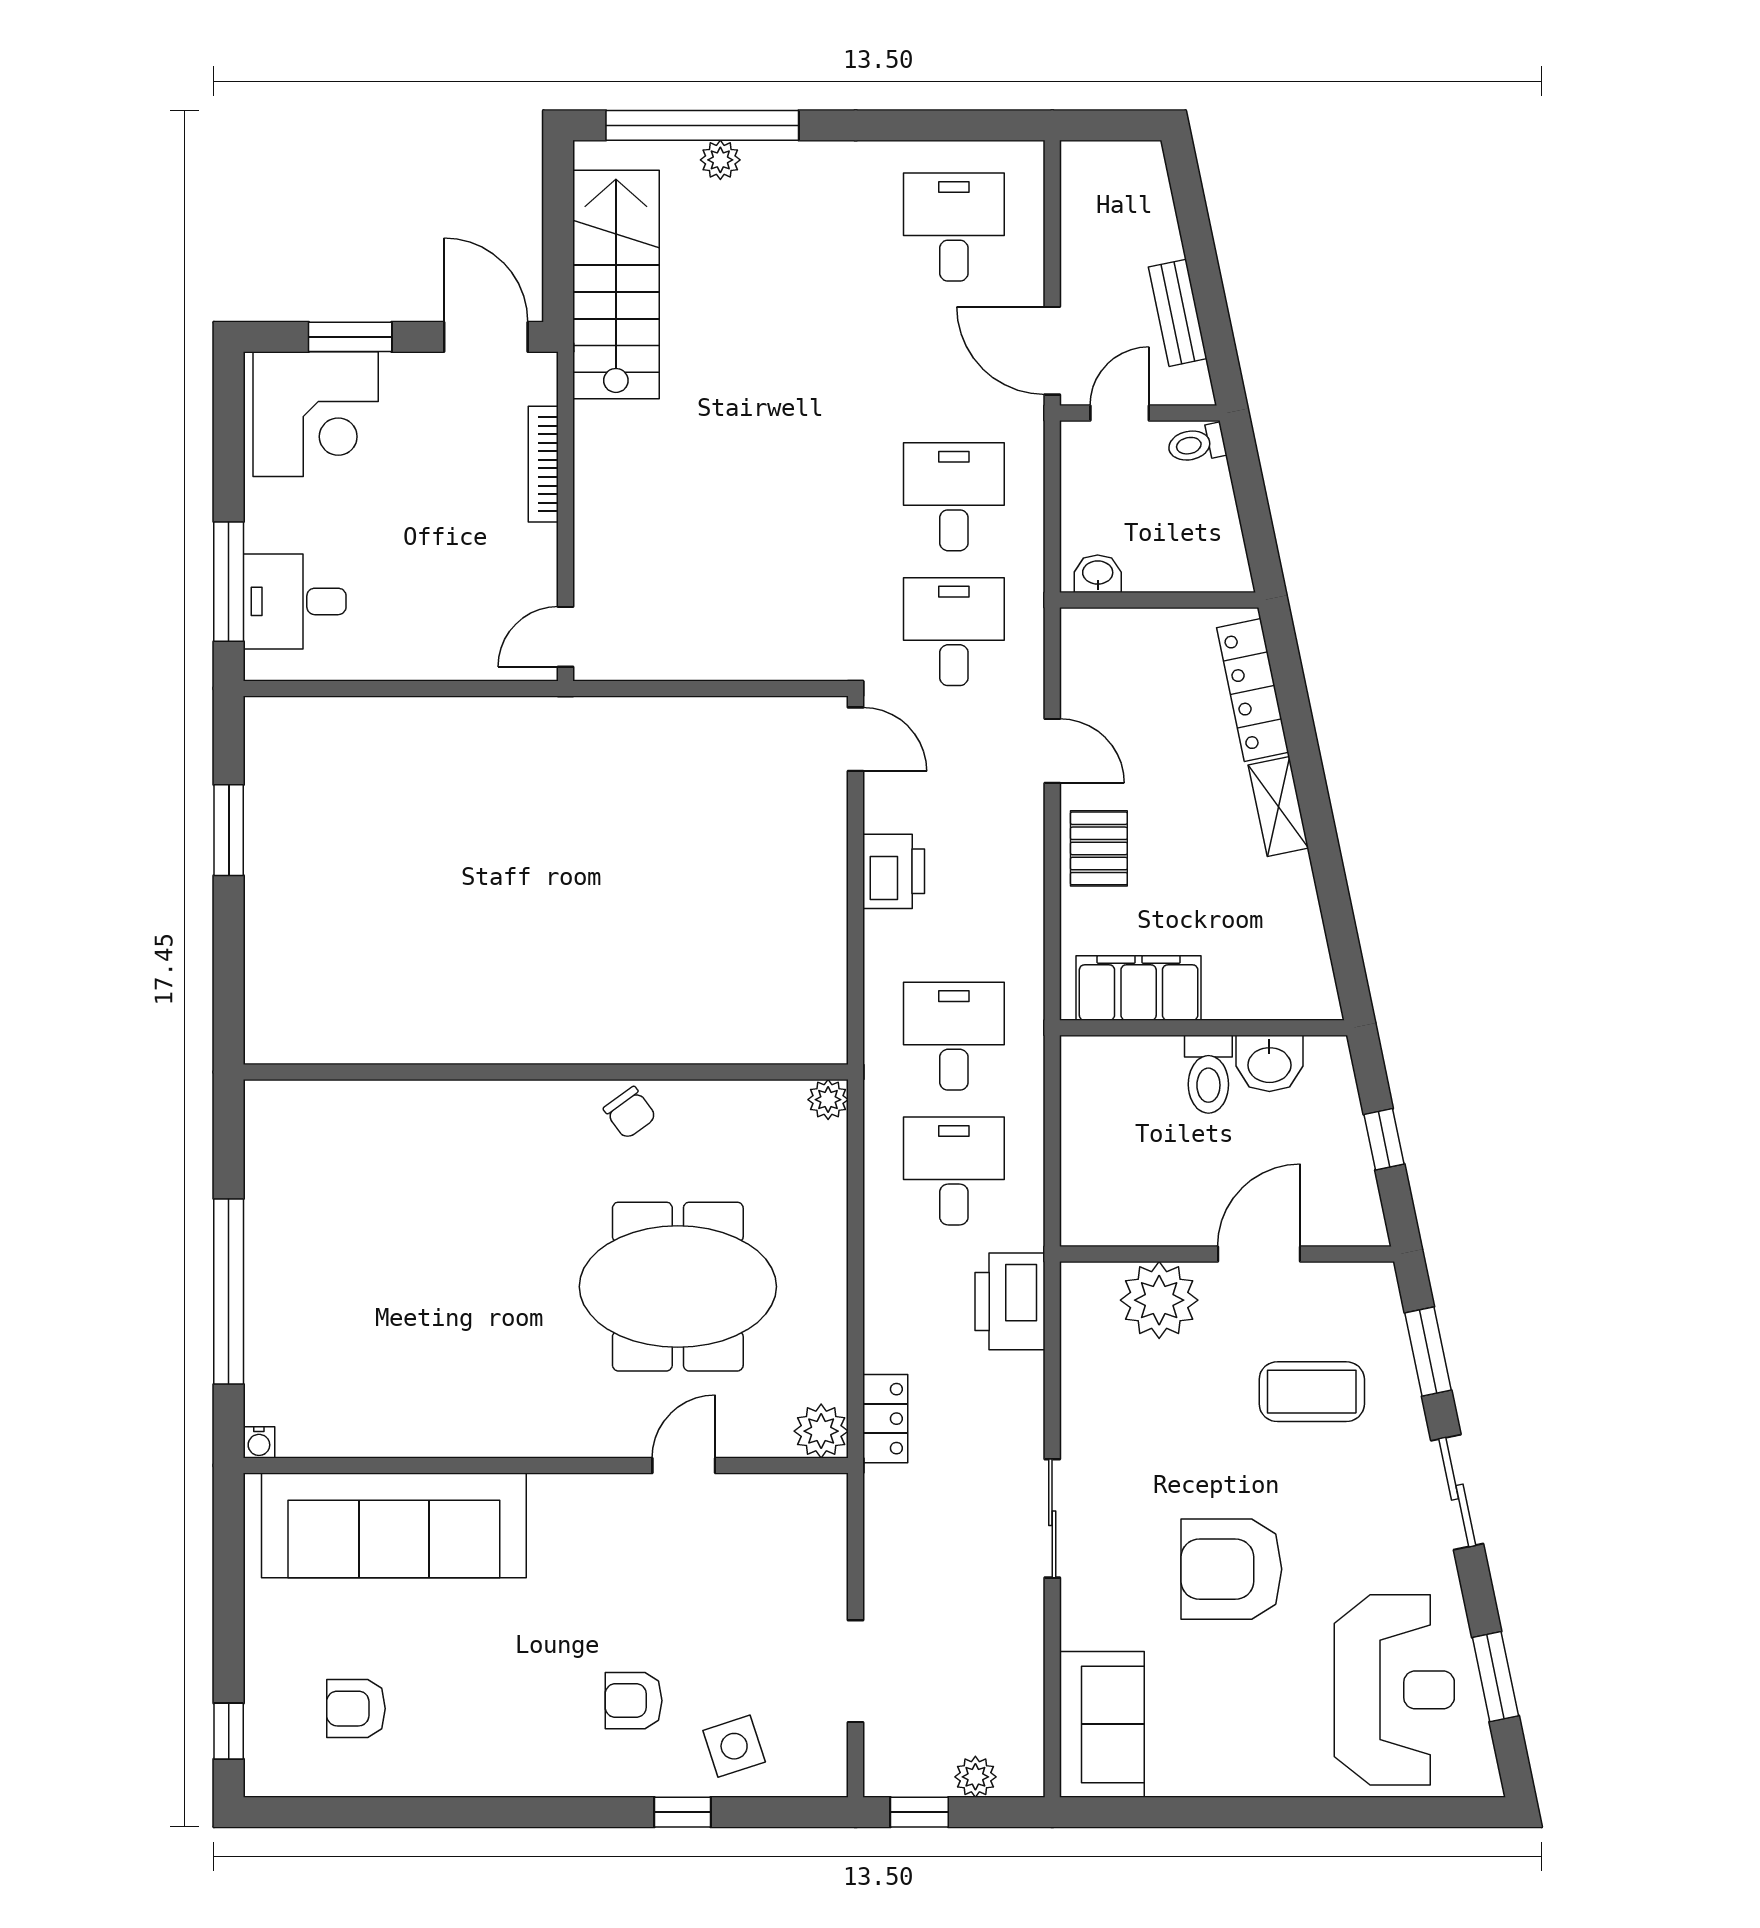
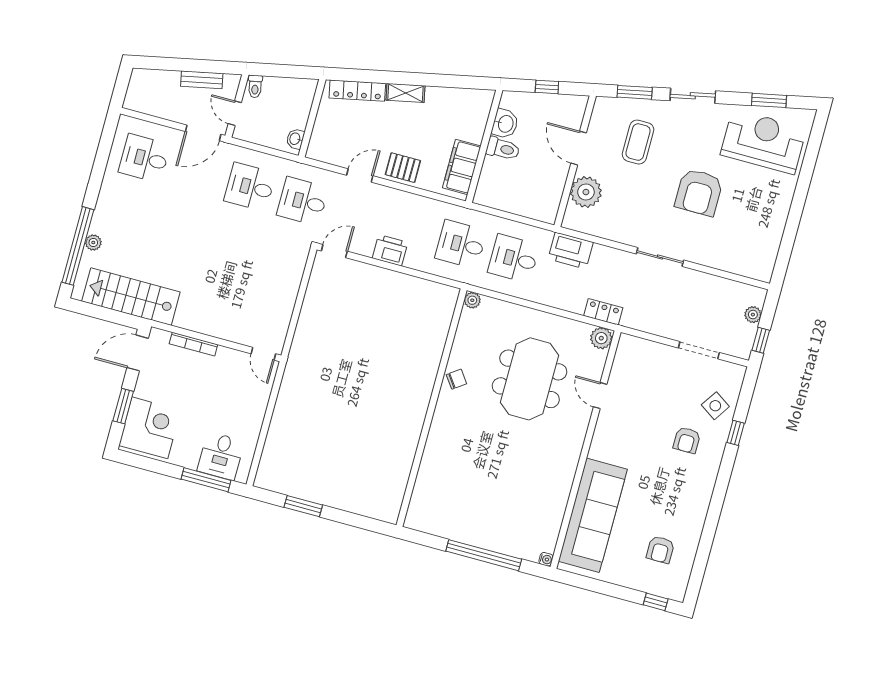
sofa: (1102, 1724) -> (746, 260), removed
side table: (734, 1746) -> (715, 406), turned -38

